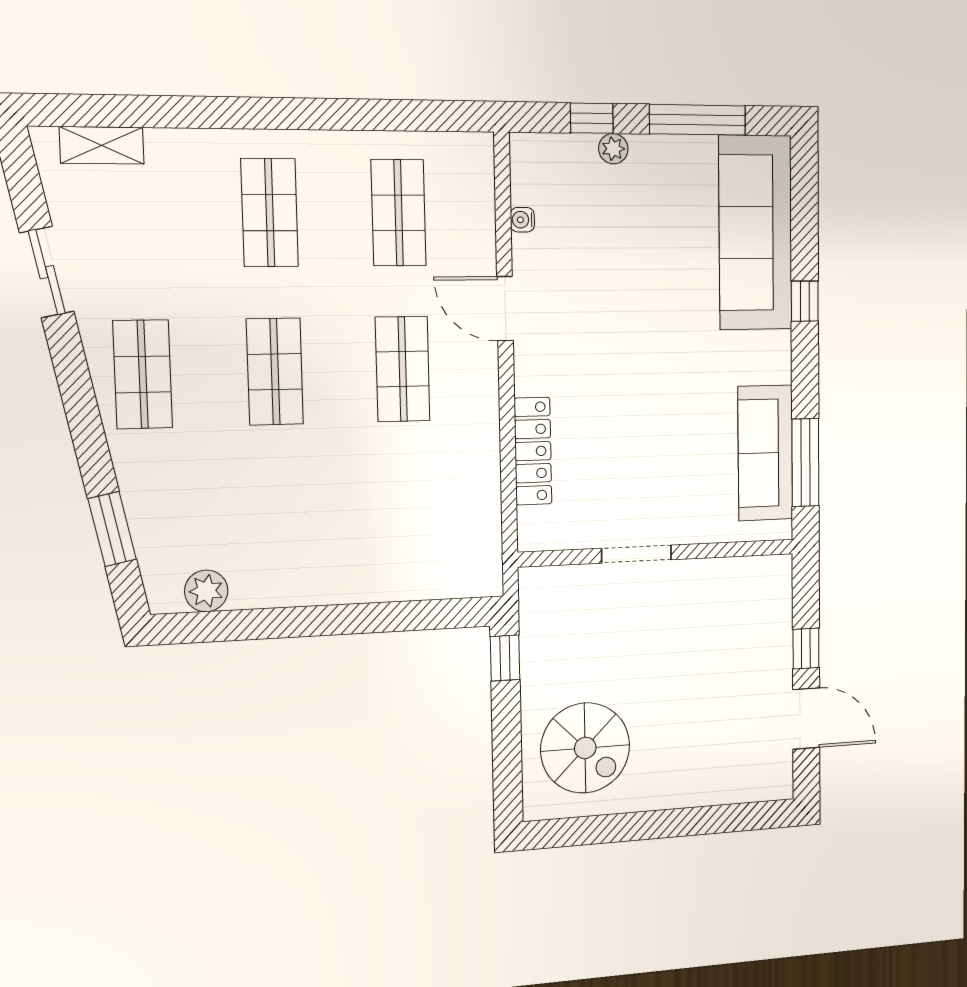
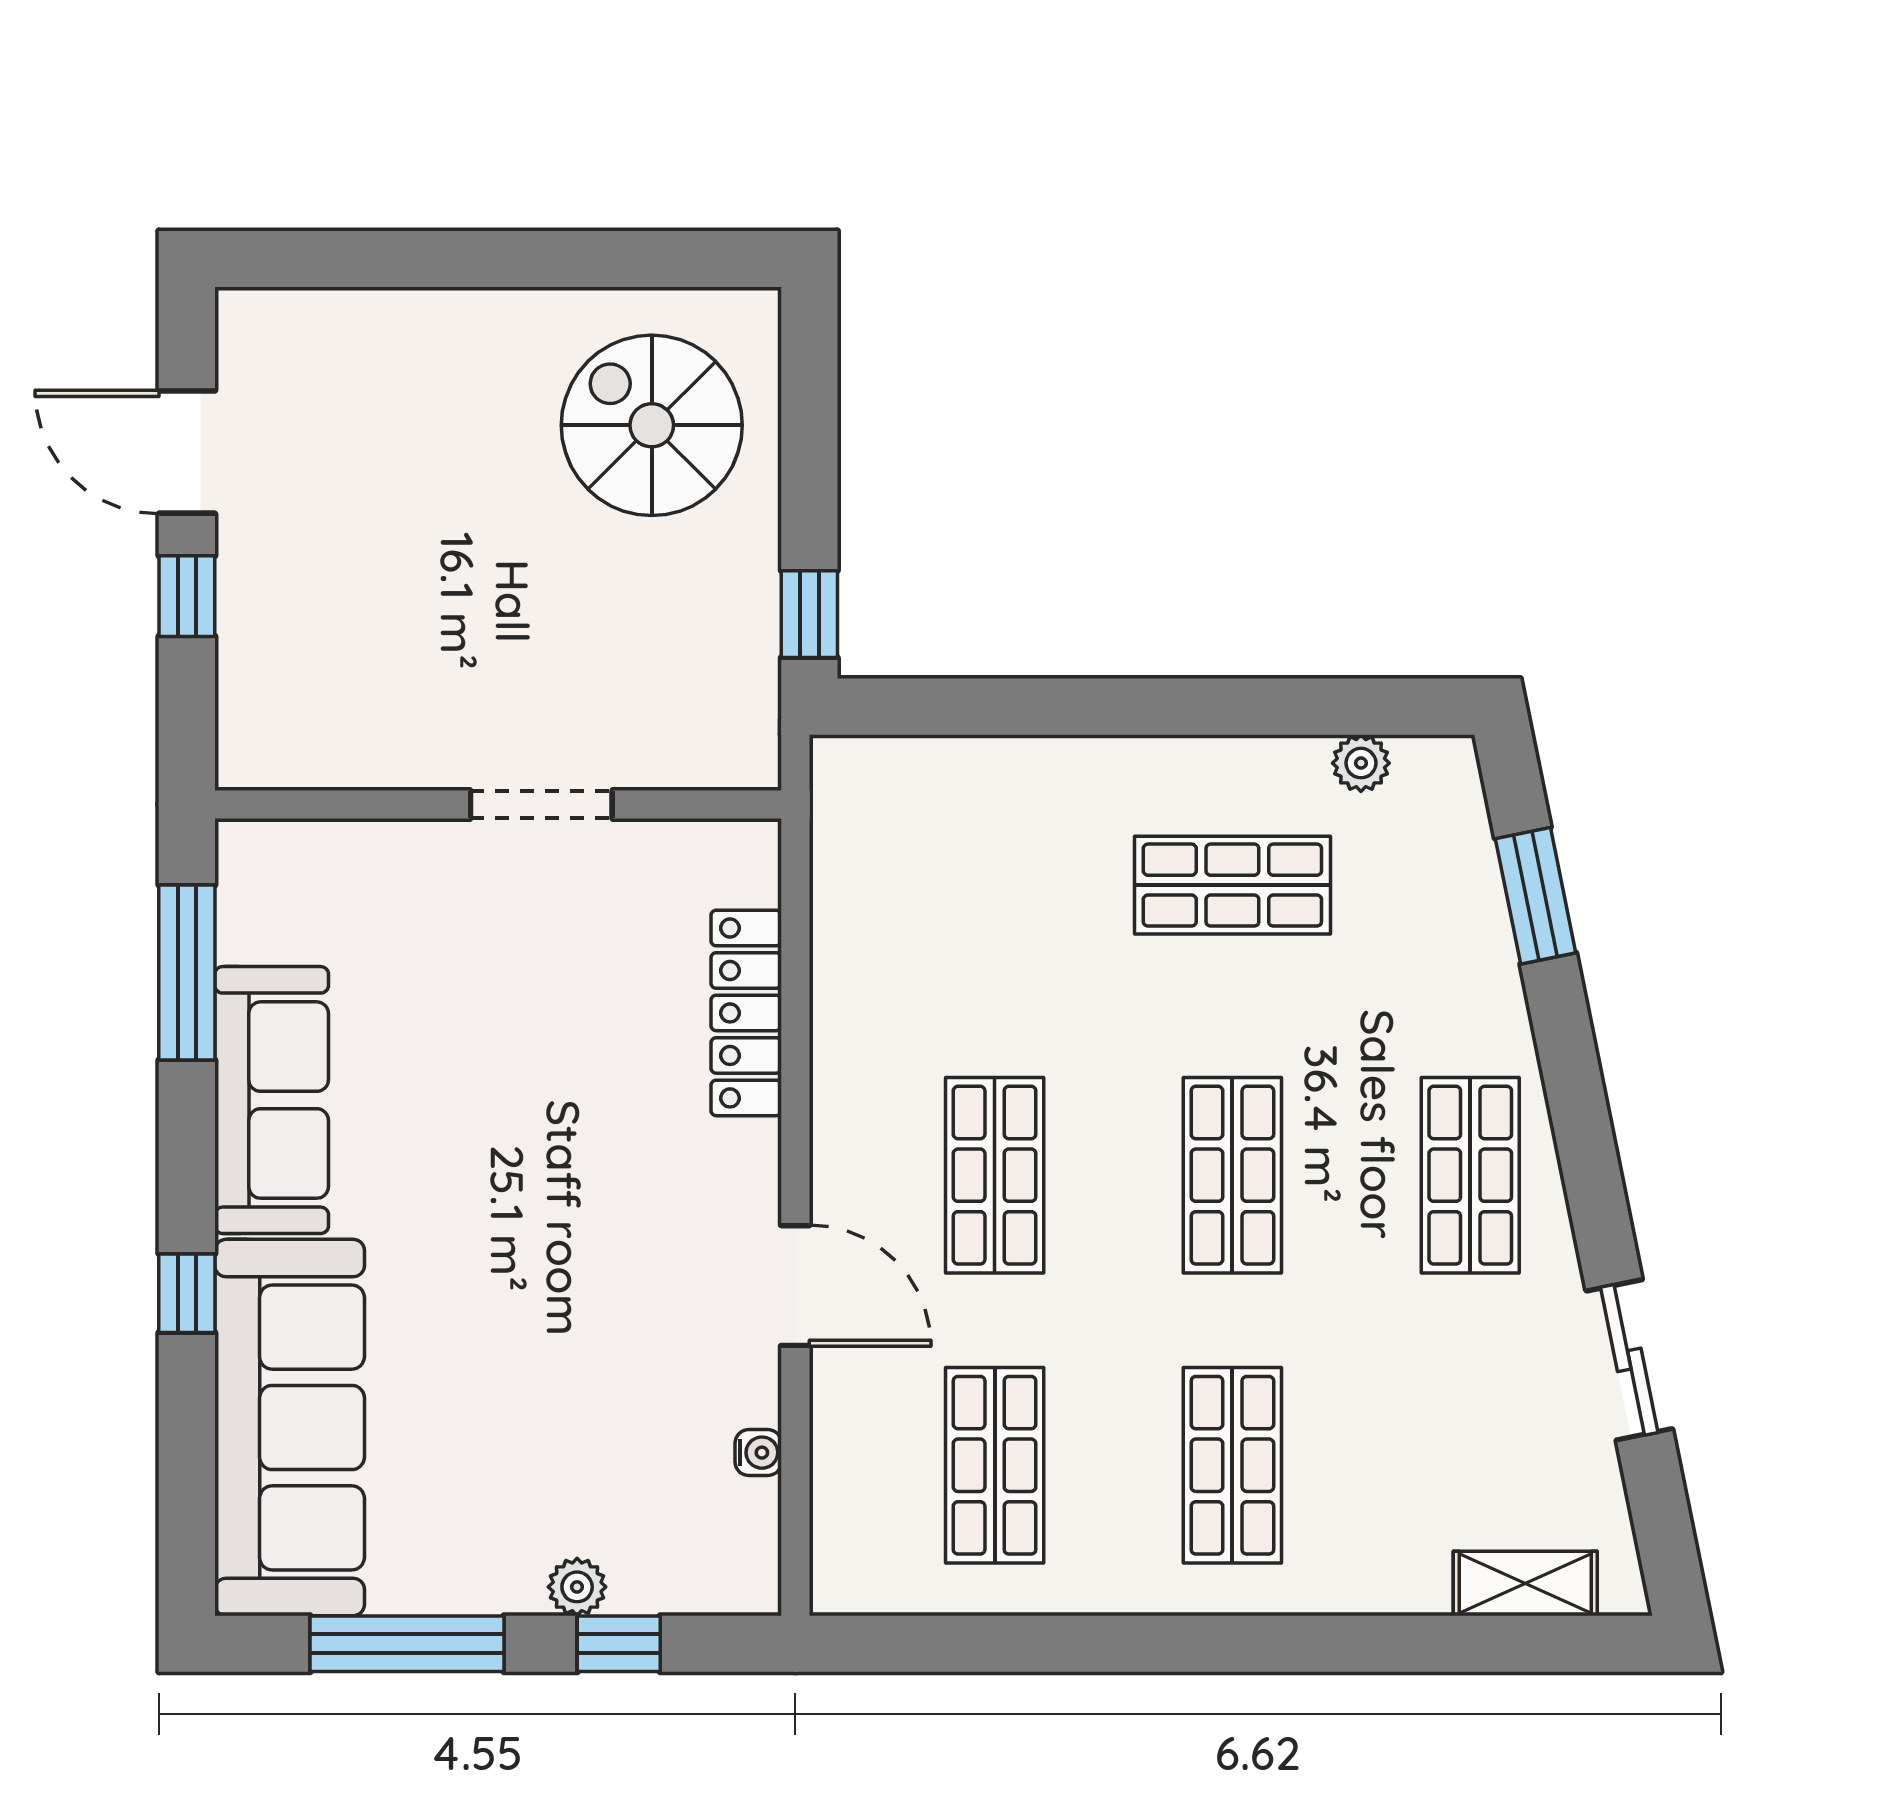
sofa: (765, 453) -> (272, 1100), moved
shop shelf: (280, 528) -> (1232, 885), added
plant: (206, 591) -> (1361, 763), width x0.73, depth x0.73

